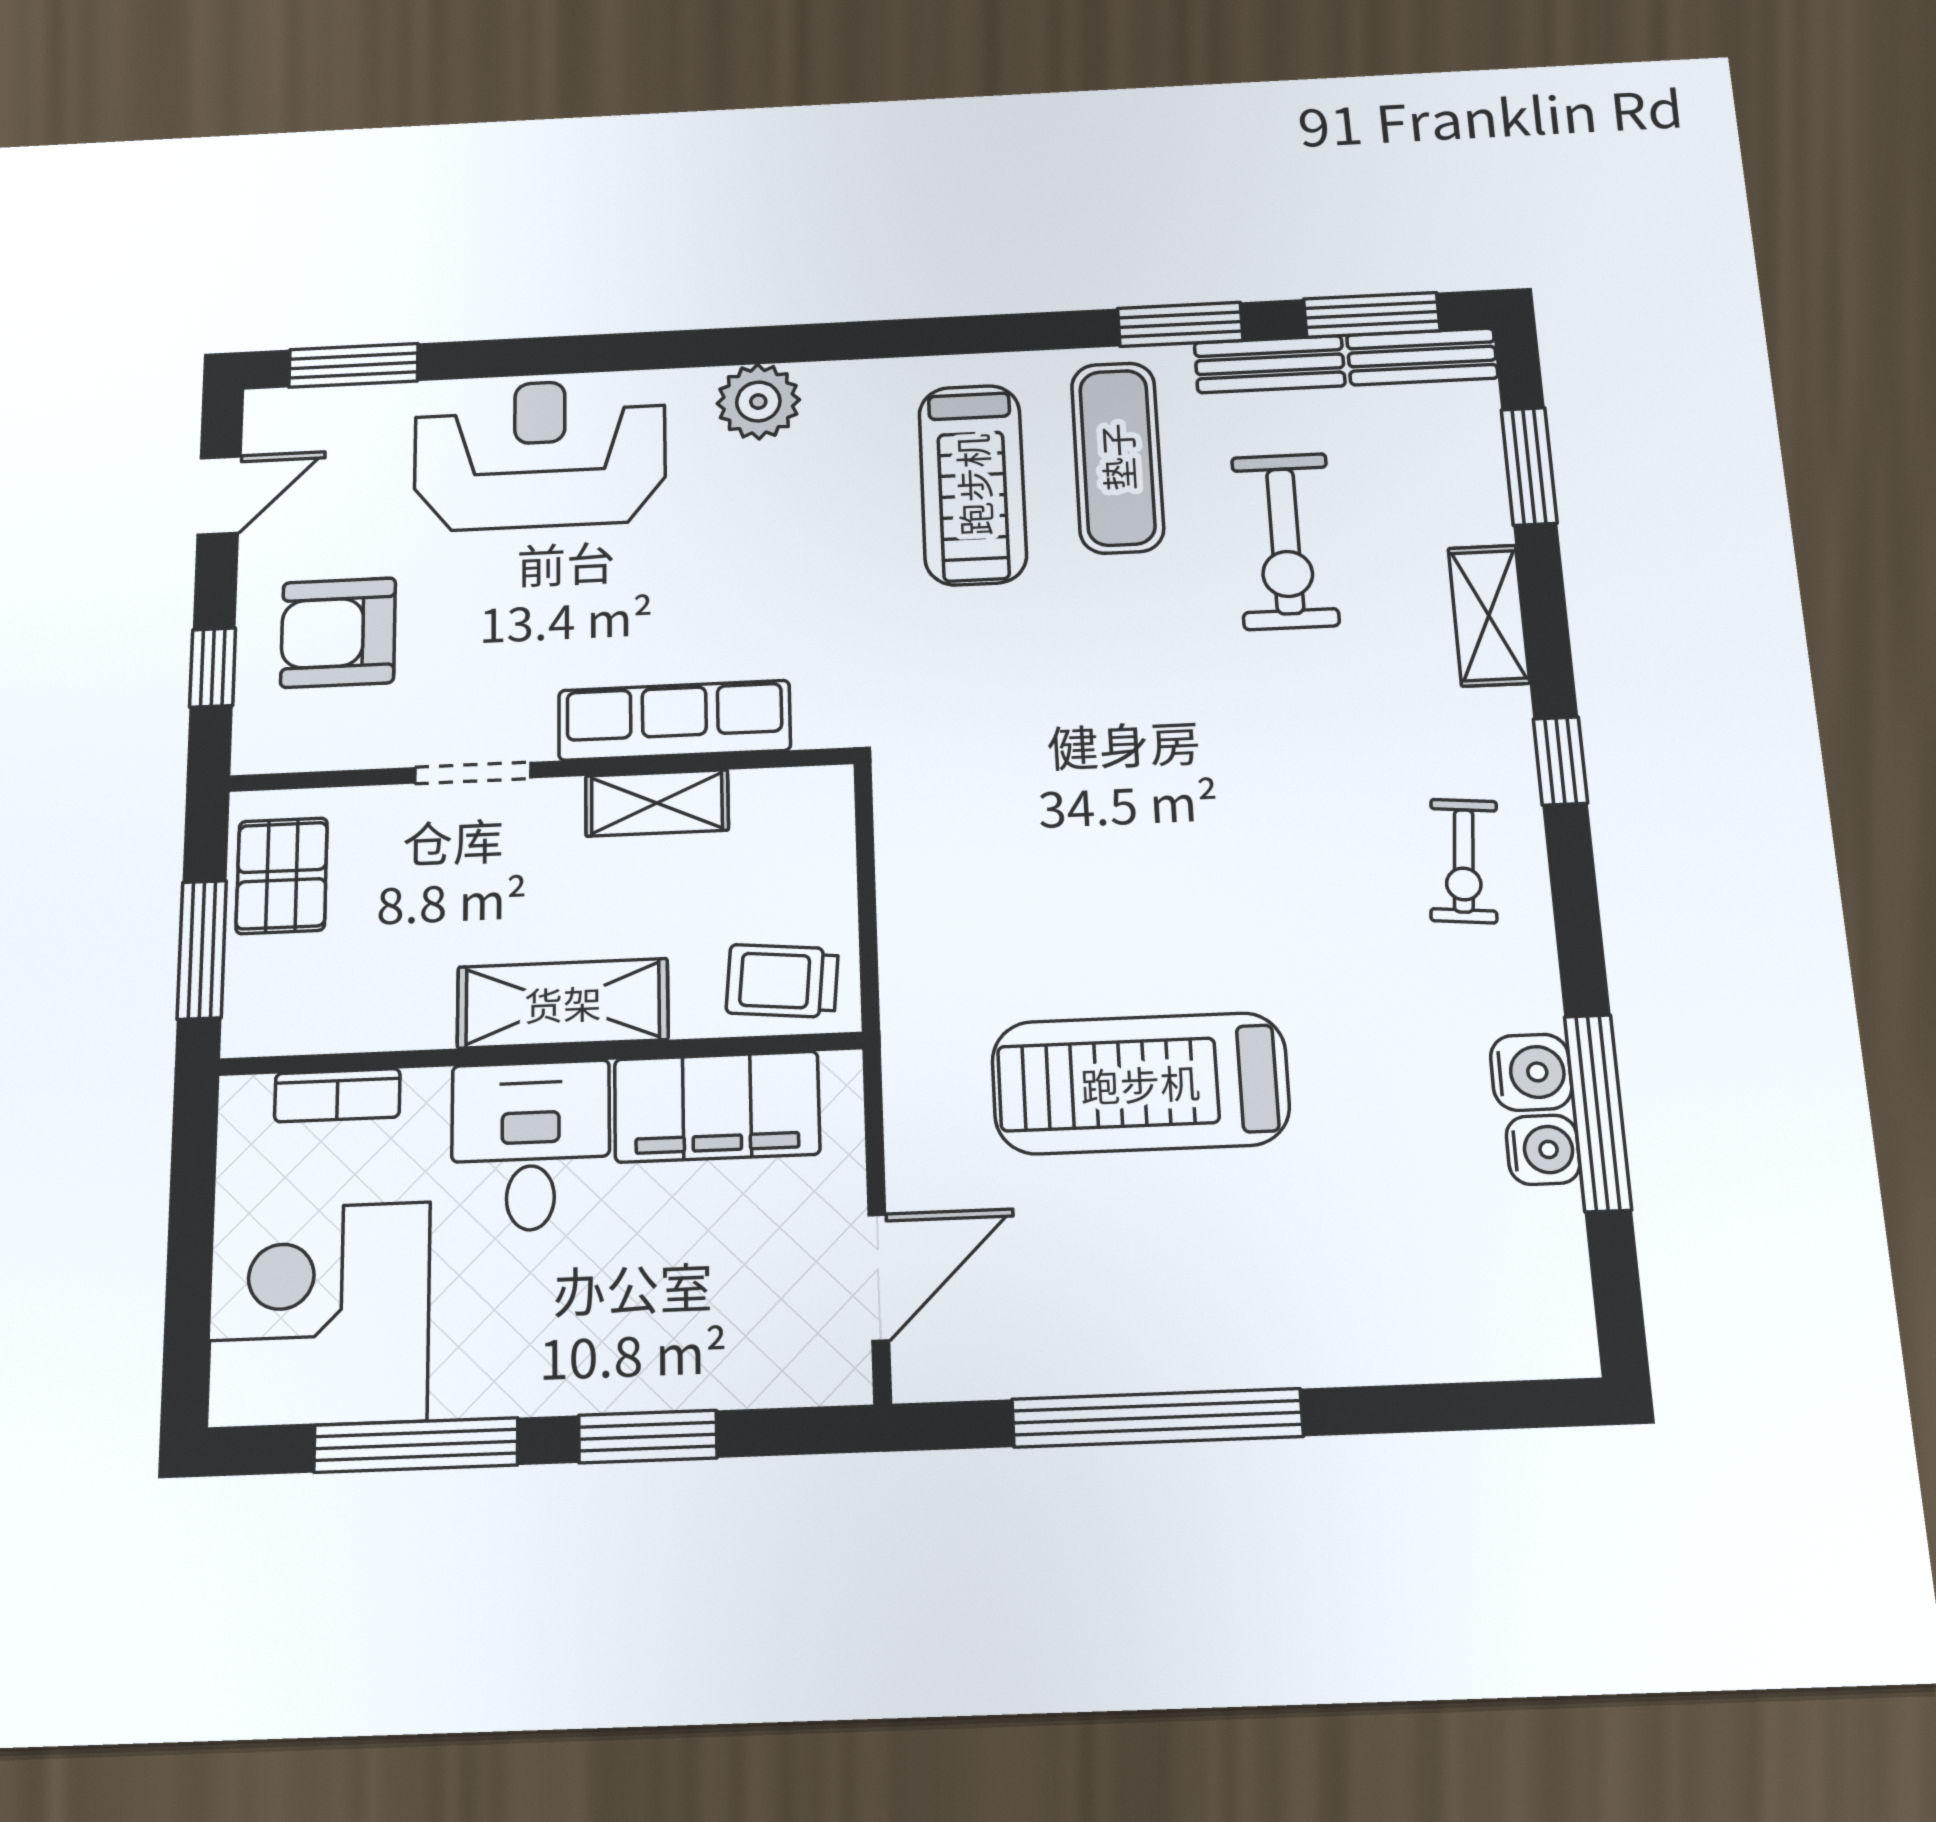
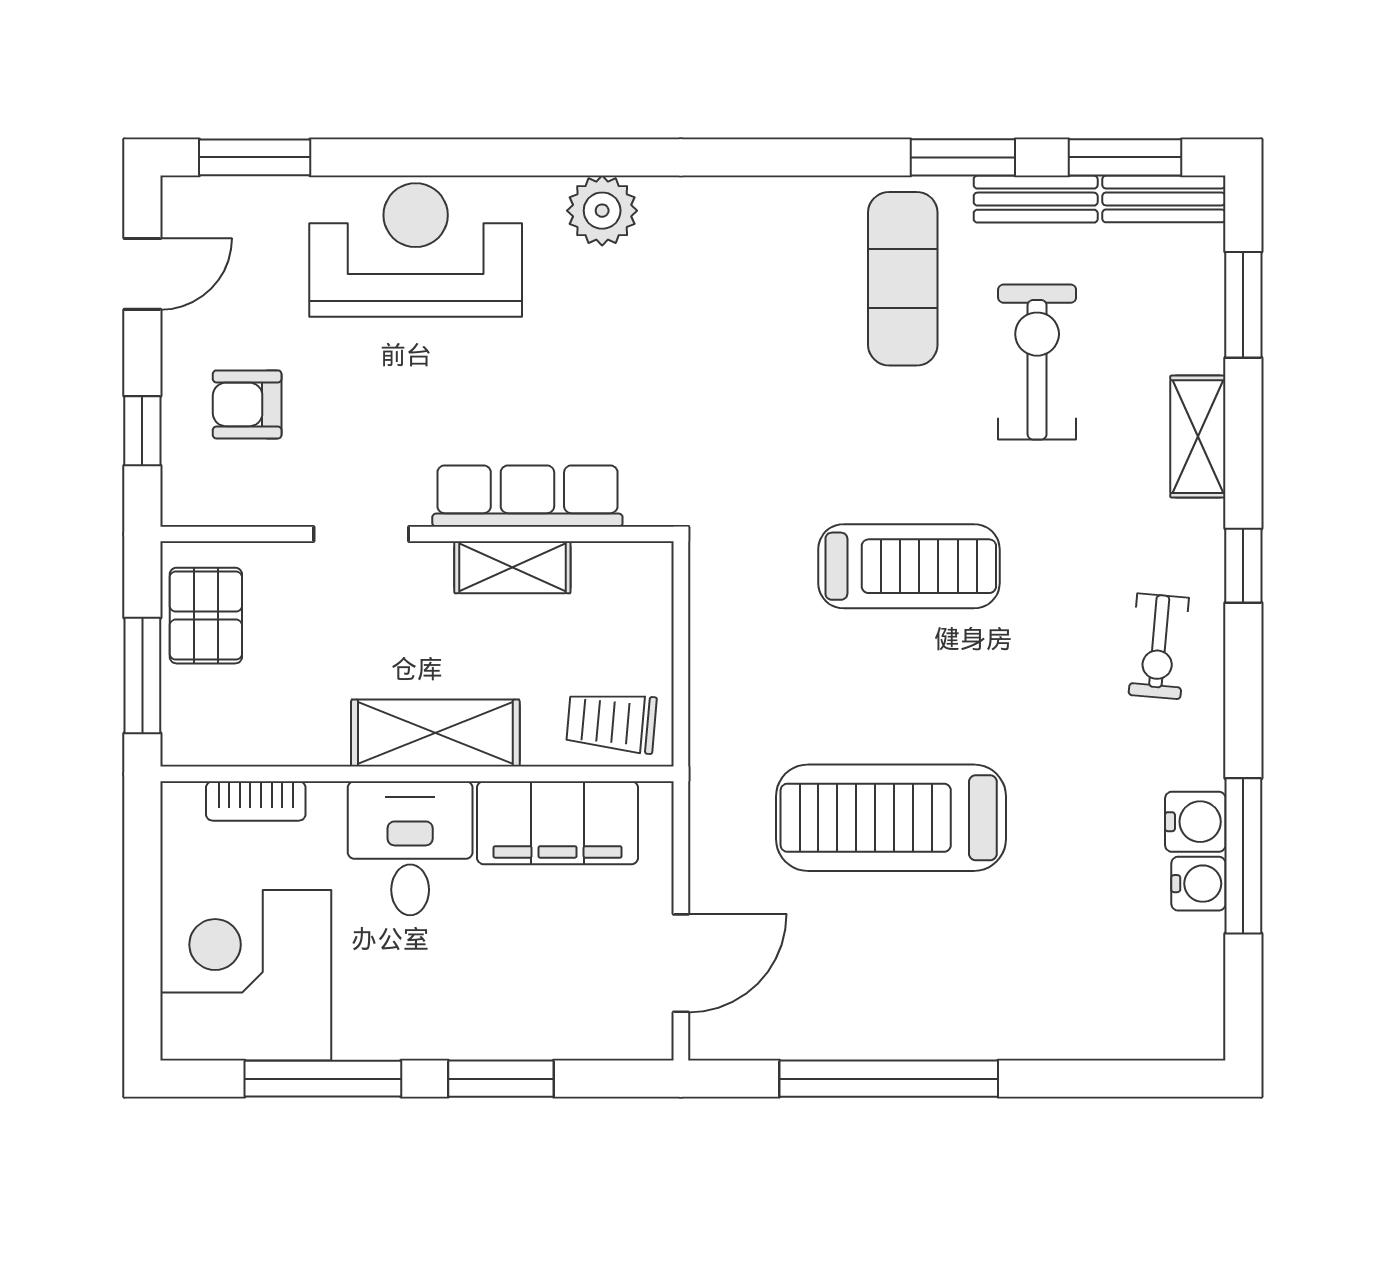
treadmill: (973, 485) -> (909, 566), moved, turned -90
exercise bike: (1285, 541) -> (1037, 362), turned 180
armchair: (338, 633) -> (247, 404), width x0.72, depth x0.72

